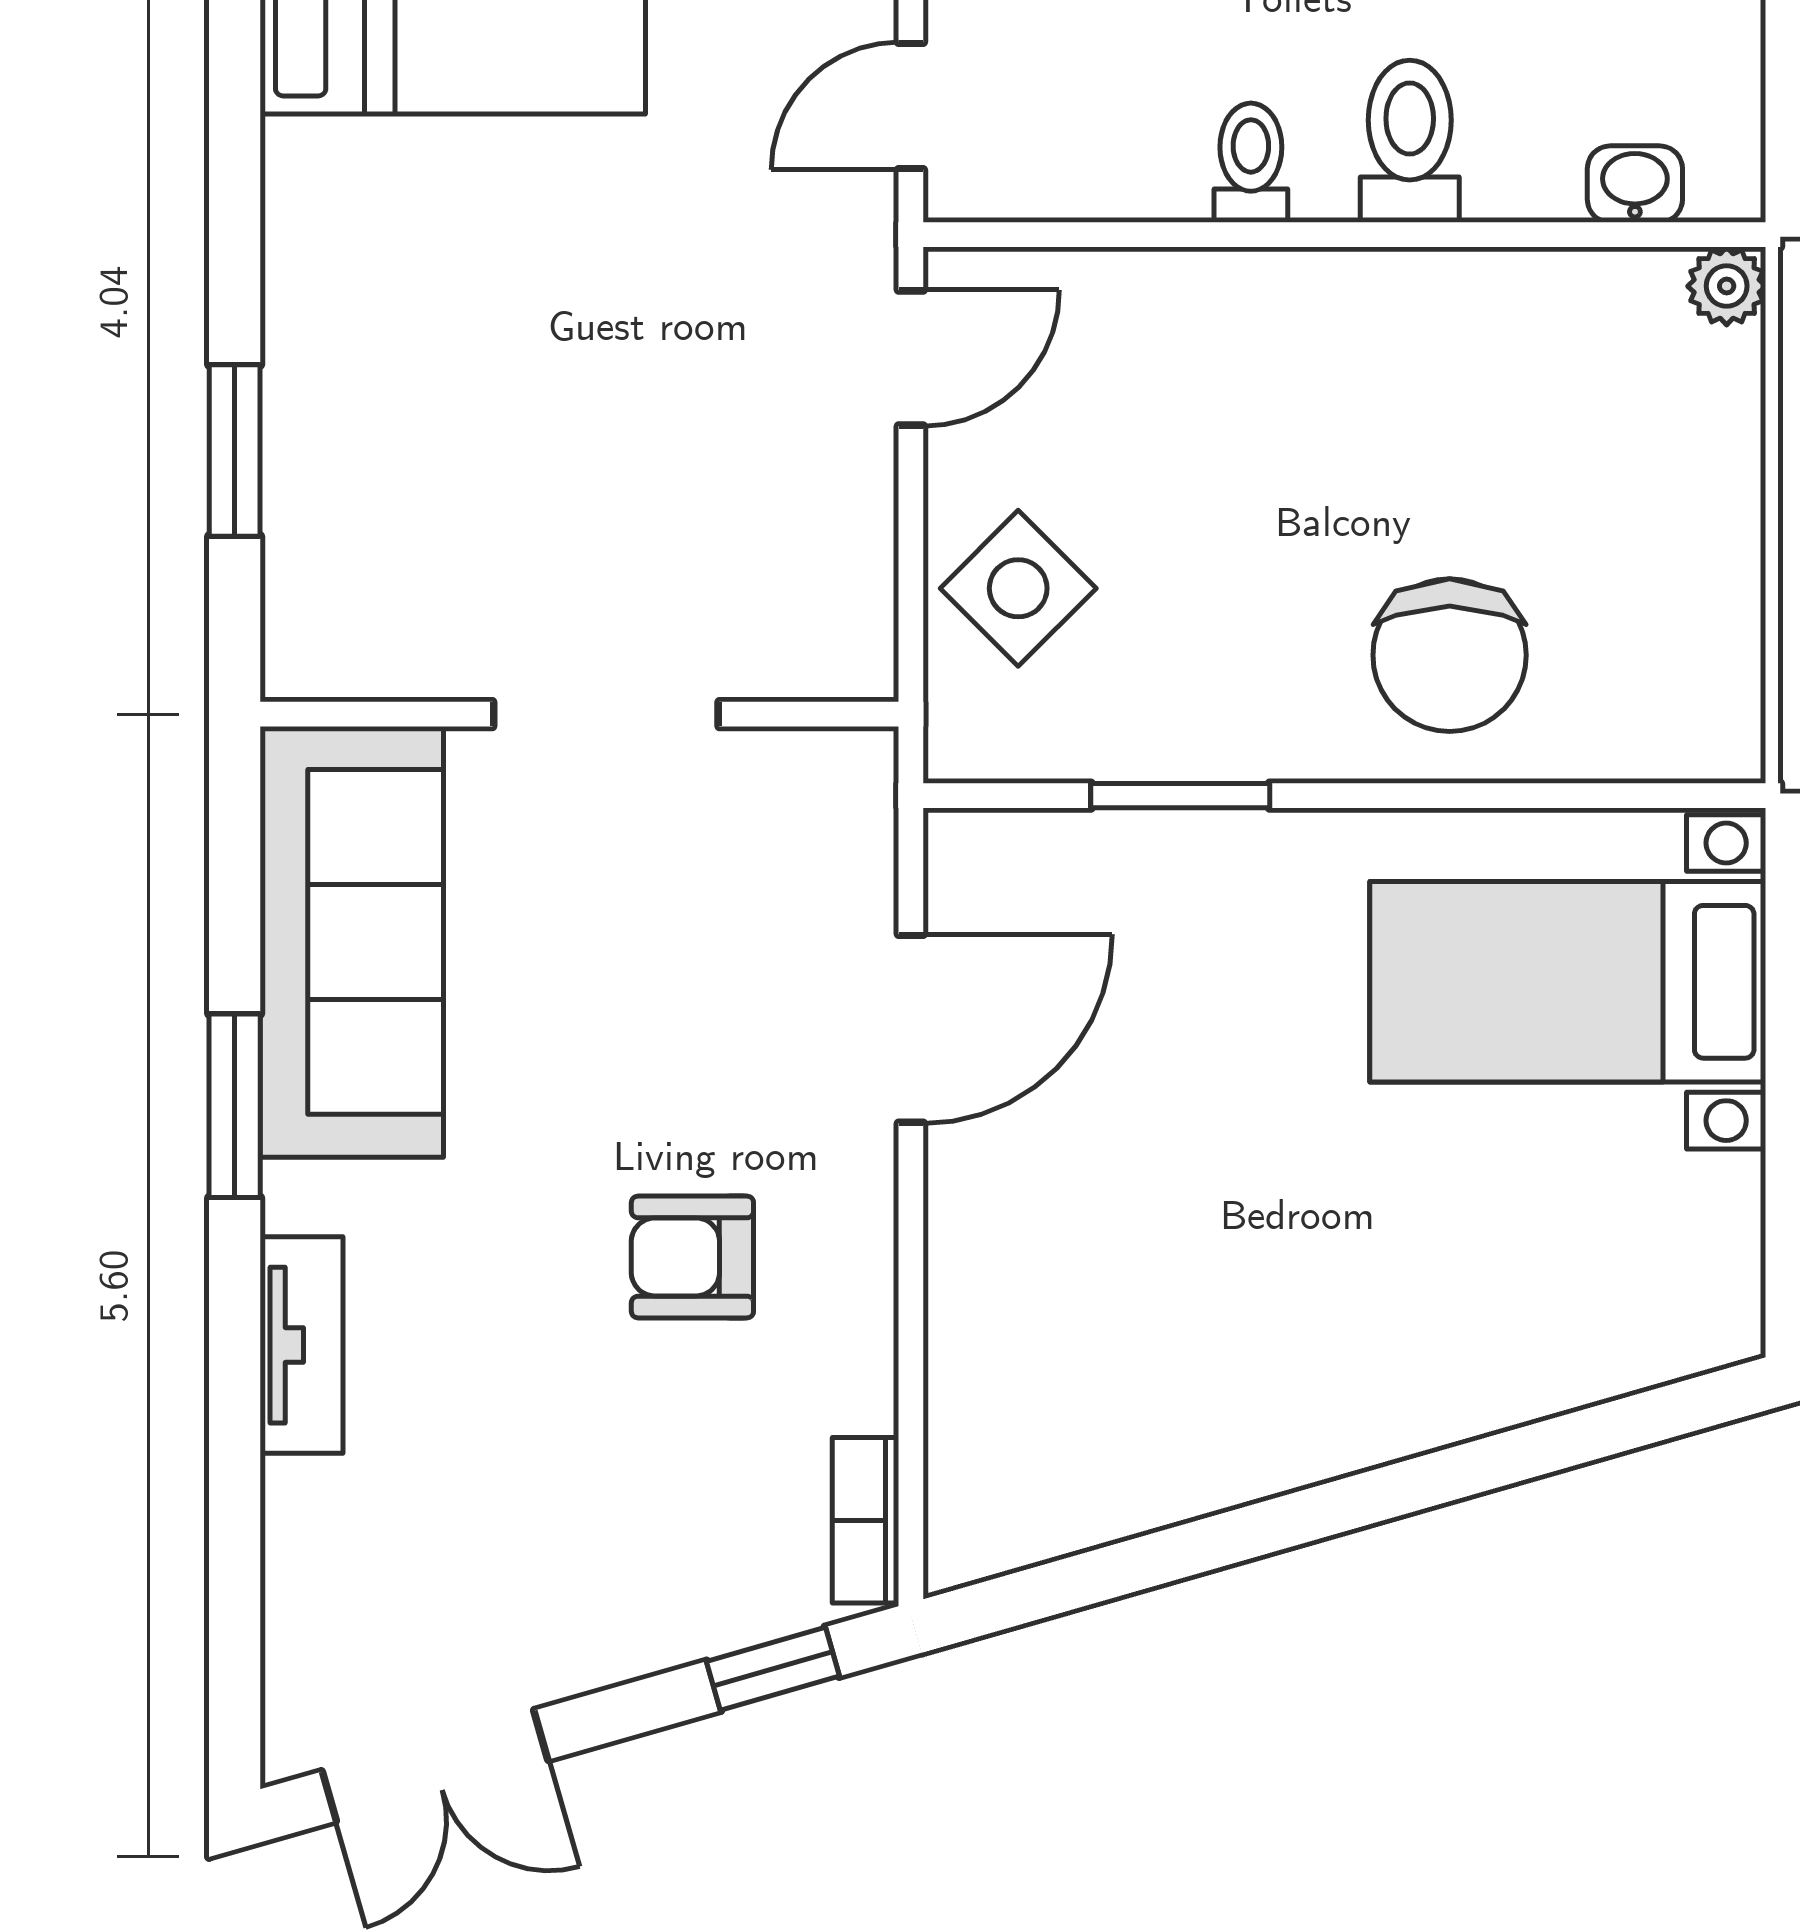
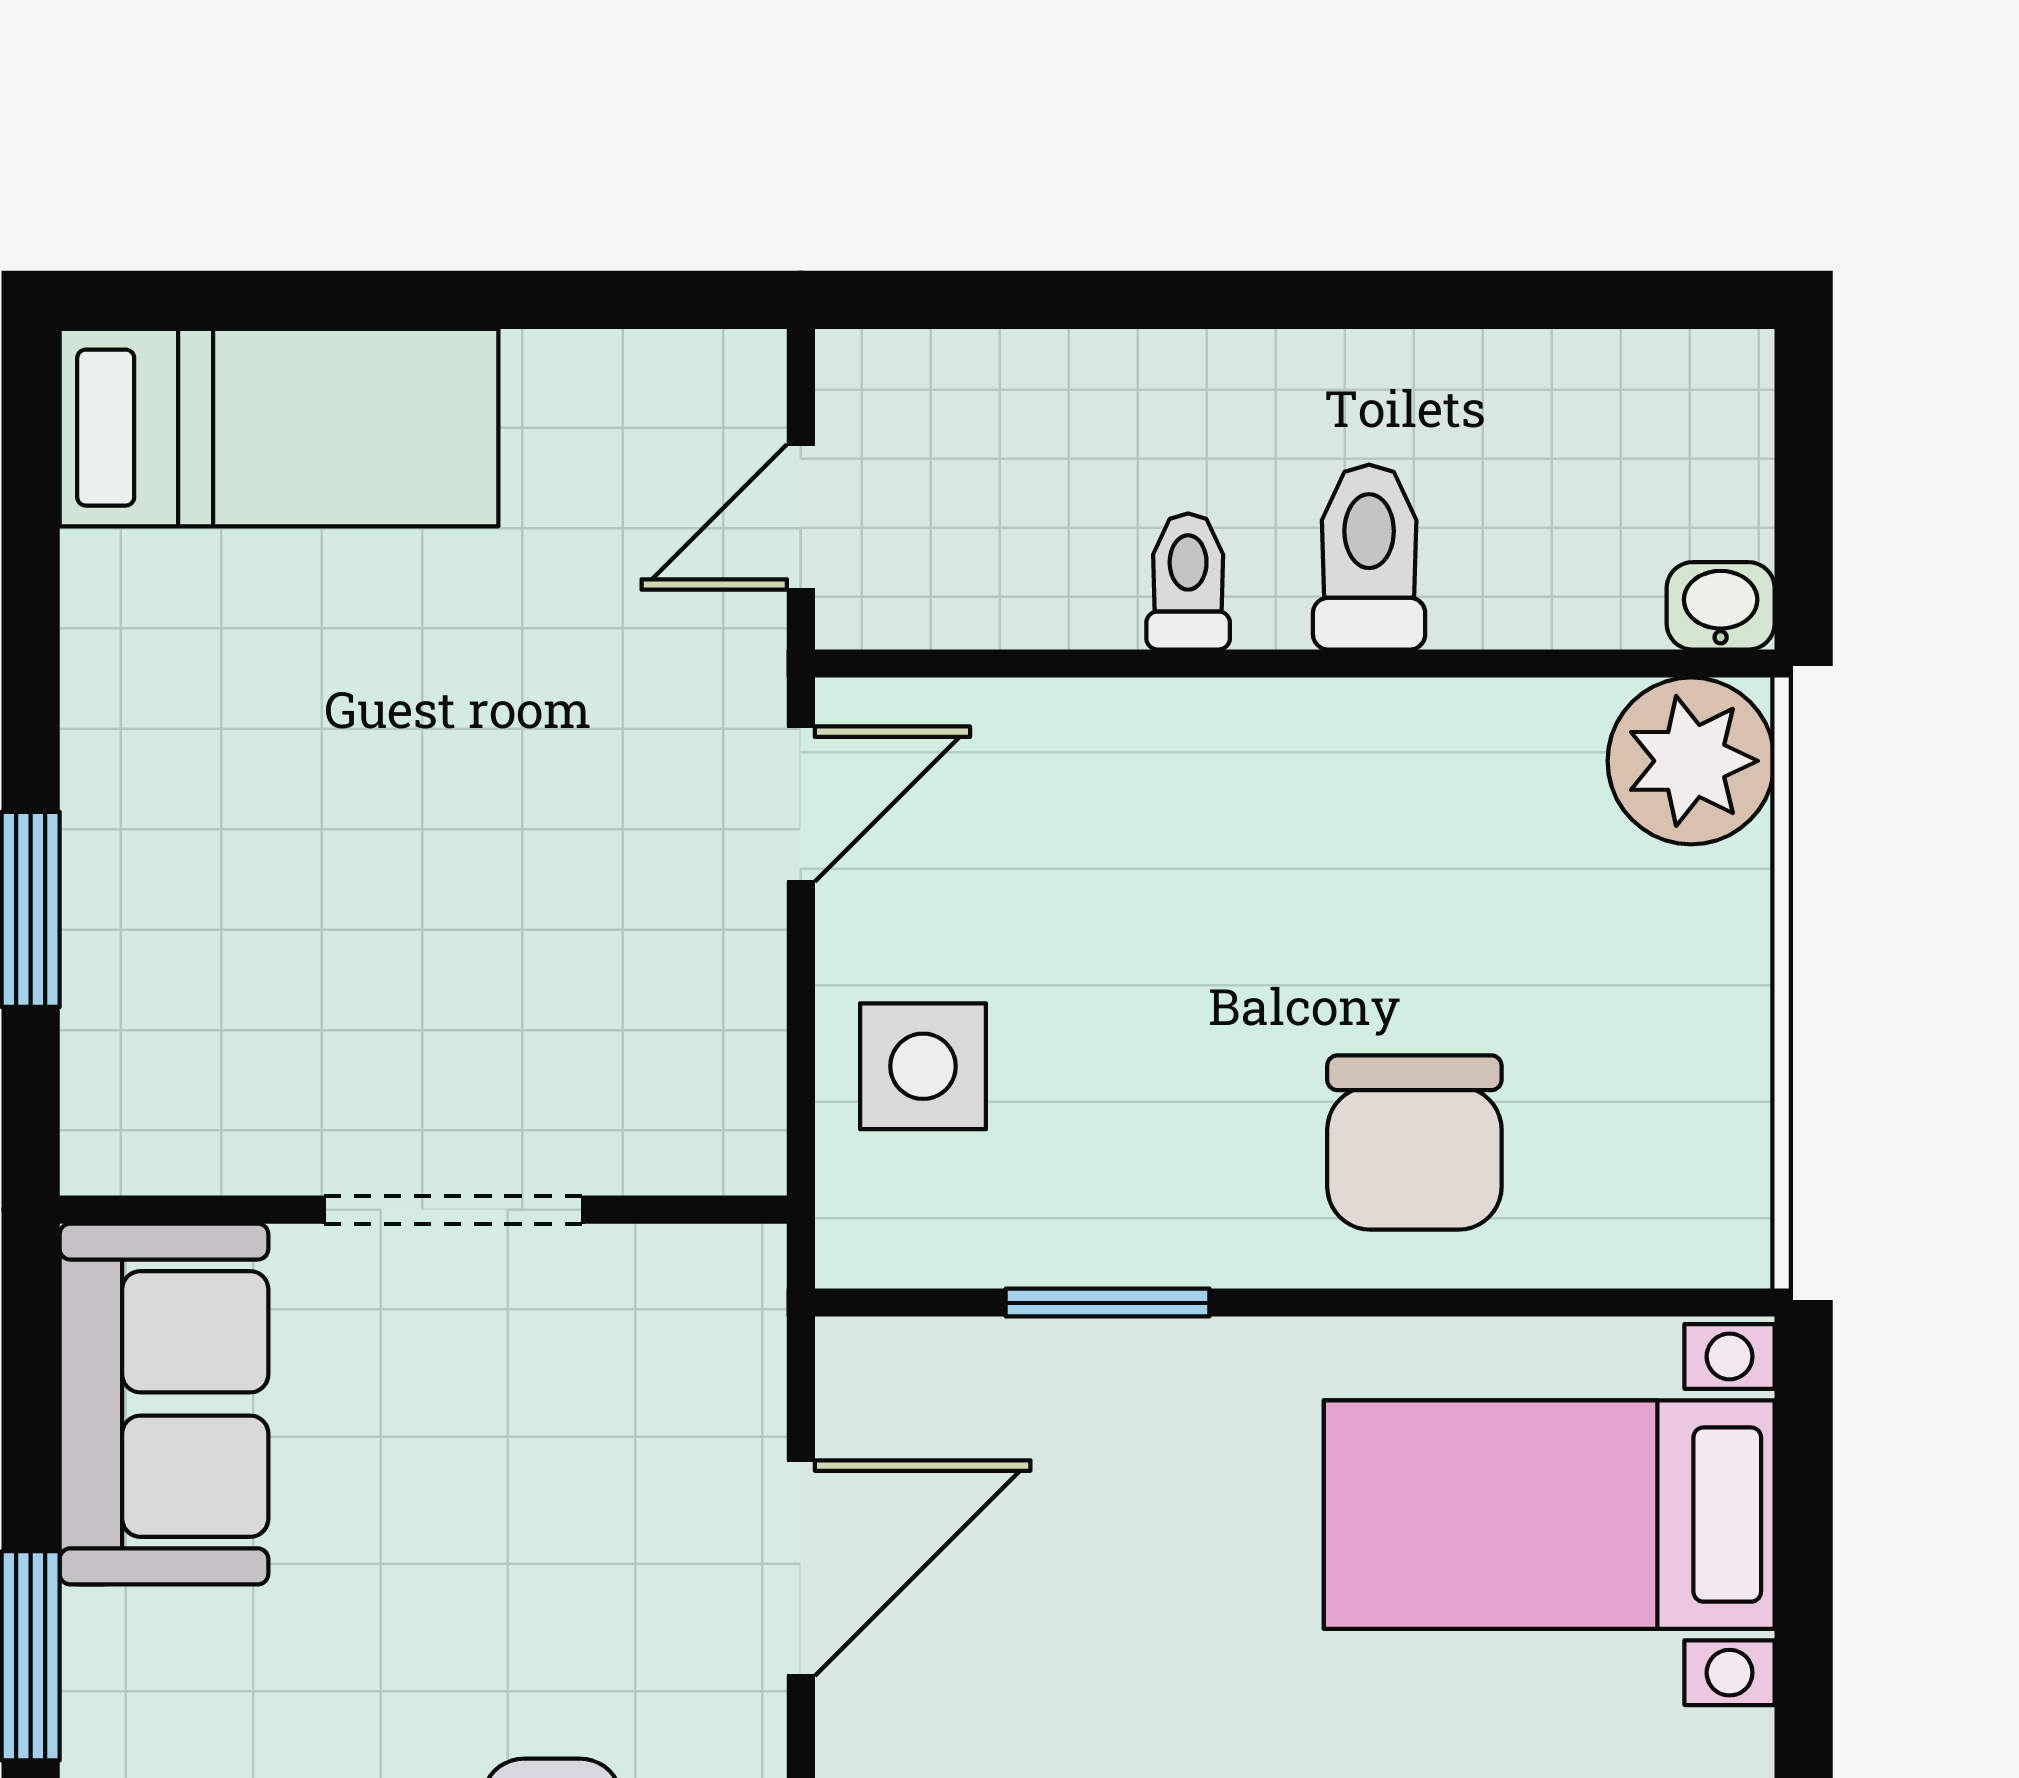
washbasin: (1635, 184) -> (1721, 606), moved
plant: (1727, 286) -> (1691, 761), width x1.88, depth x1.88
side table: (1018, 588) -> (923, 1066), turned 45
sofa: (352, 942) -> (164, 1404), width x0.73

